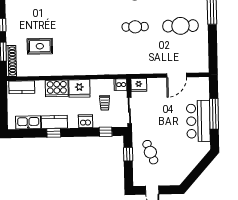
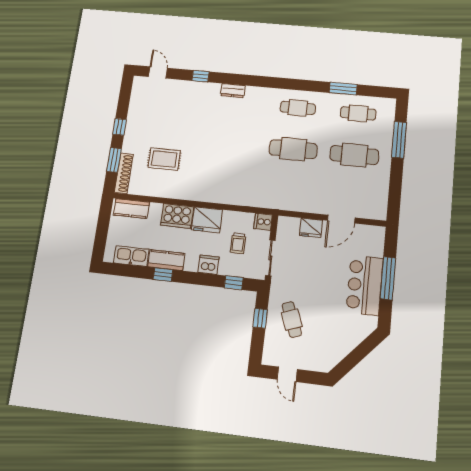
cafe table: (135, 27) -> (293, 149), width x1.37, depth x1.35
fridge: (139, 85) -> (311, 228), moved

